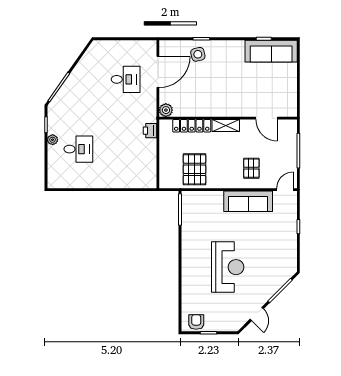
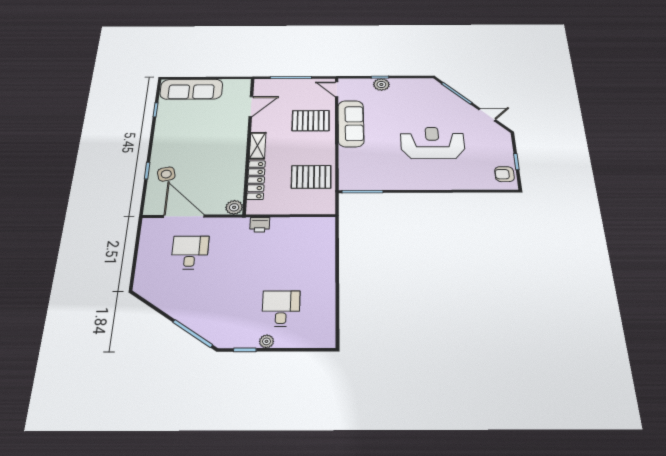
sofa: (271, 51) -> (191, 89), moved, turned 90
pallet: (251, 168) -> (311, 121), width x1.50, depth x1.42
plant: (290, 228) -> (381, 84), added

